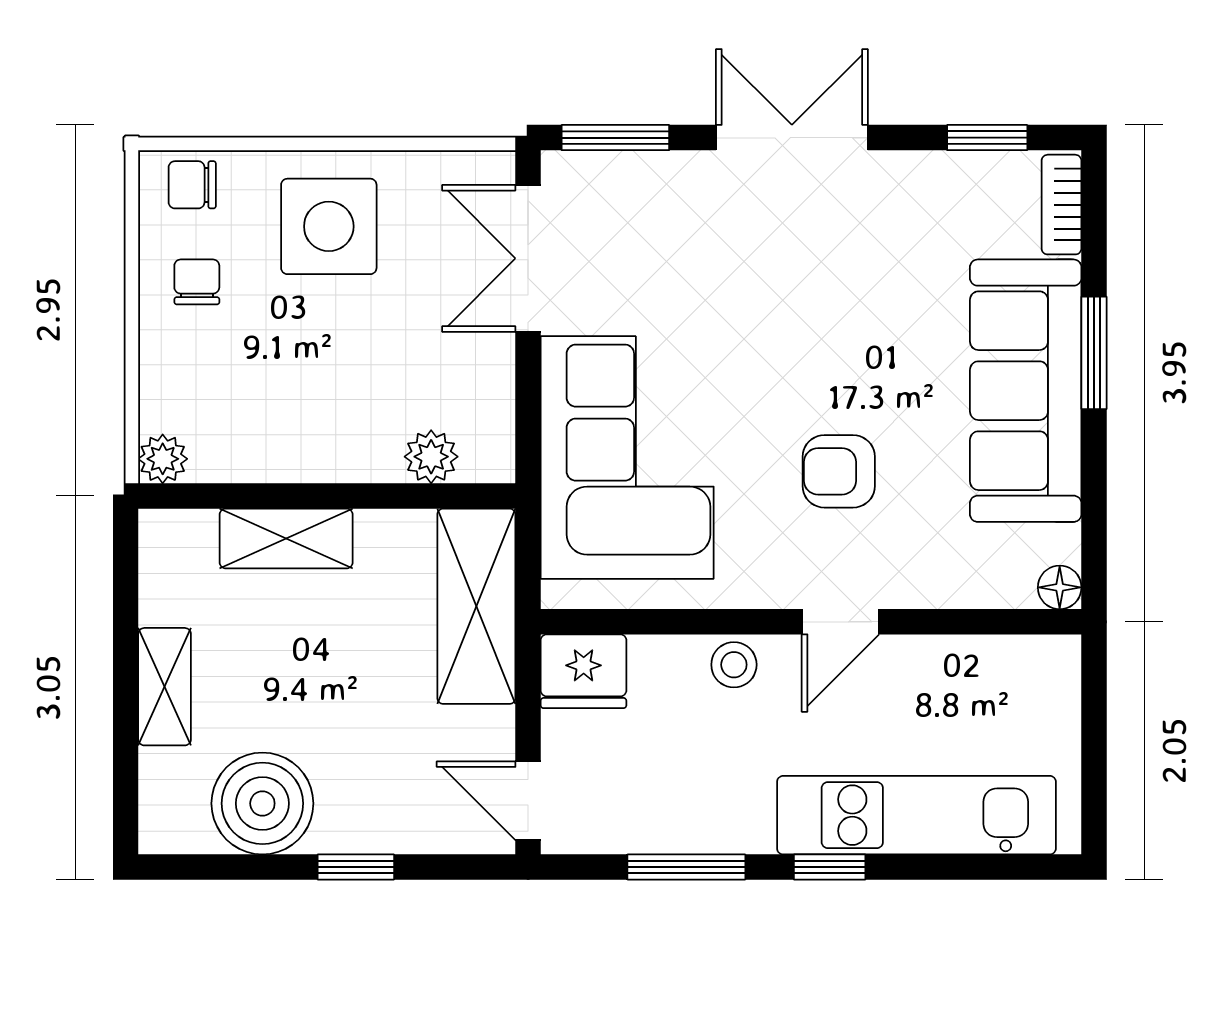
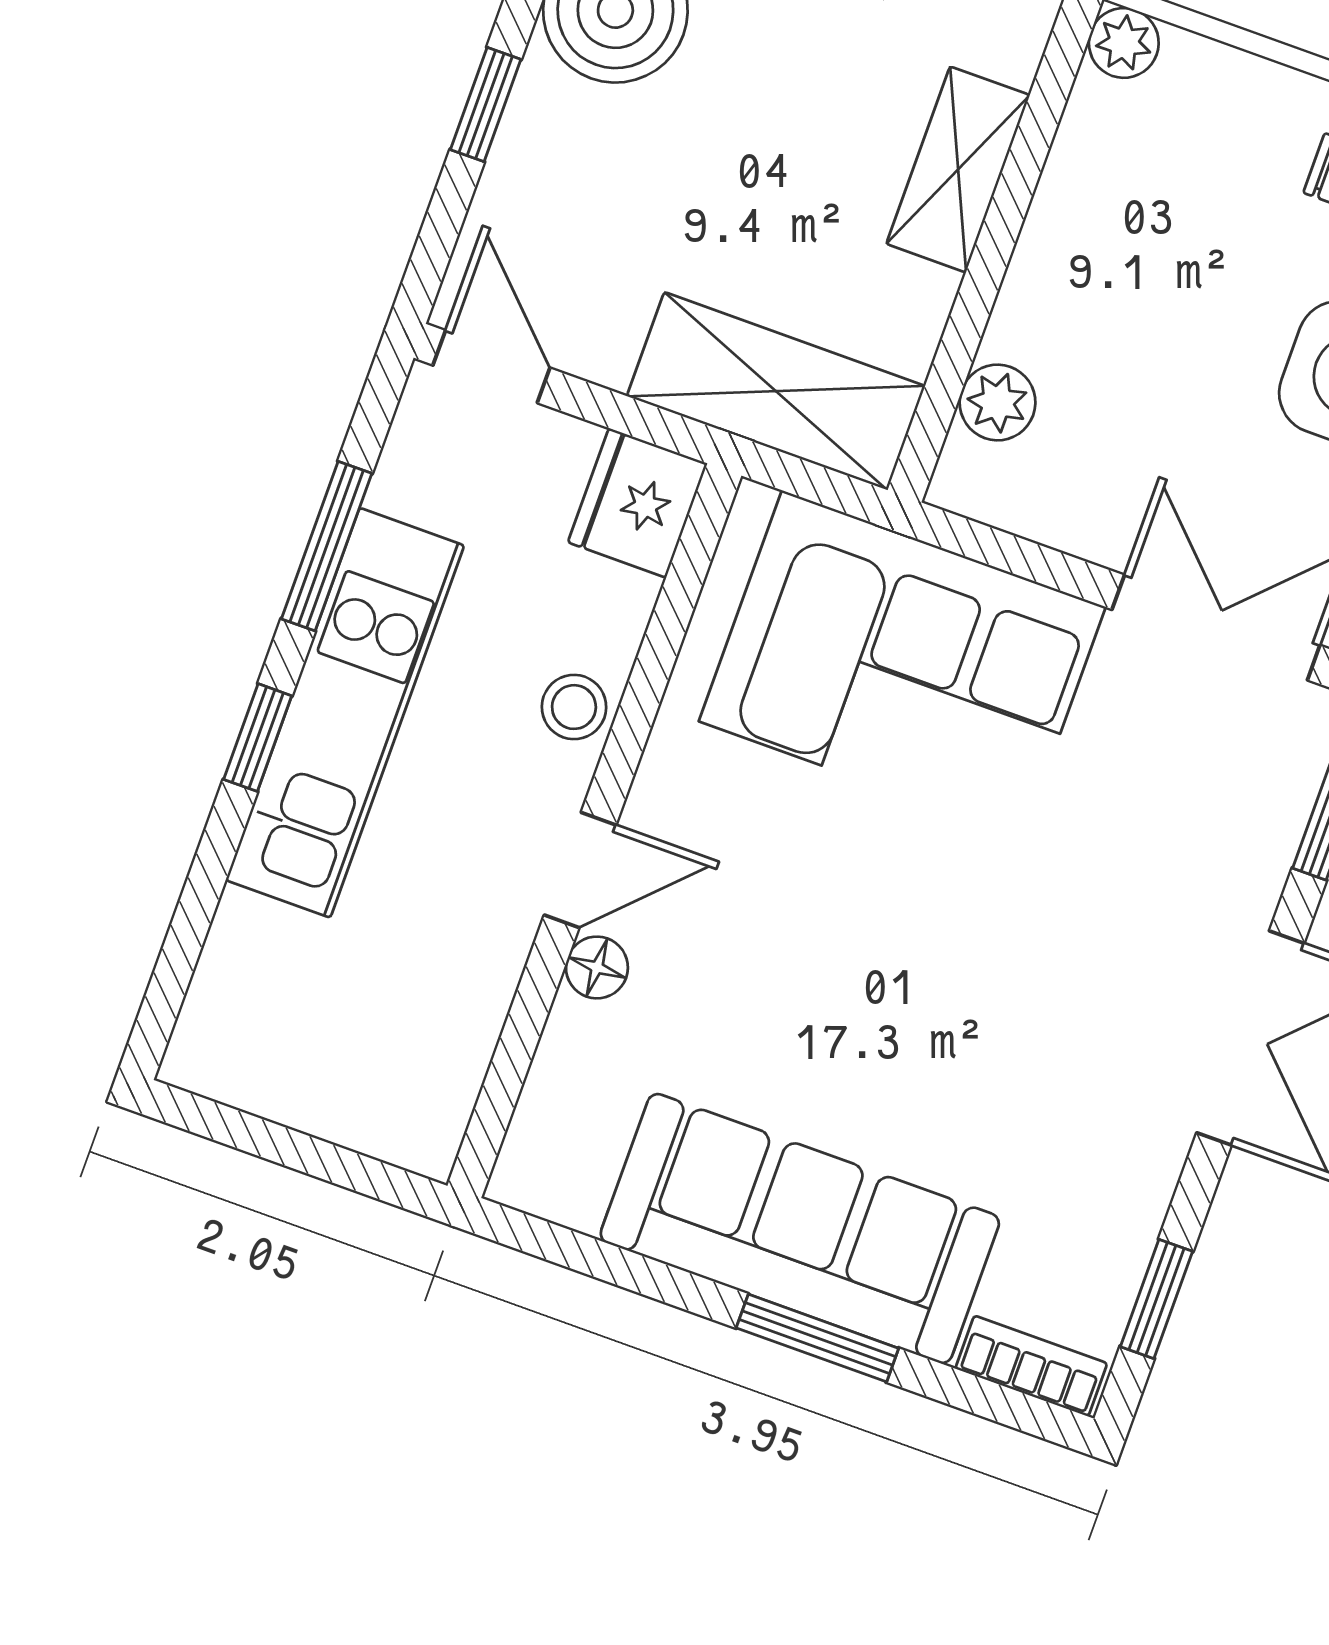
armchair: (839, 471) -> (782, 940), removed
floor lamp: (1060, 587) -> (597, 967), moved
door: (840, 622) -> (580, 870), swing flipped
door: (528, 801) -> (491, 367), hinge flipped
kitchen unit: (916, 815) -> (345, 713), moved

